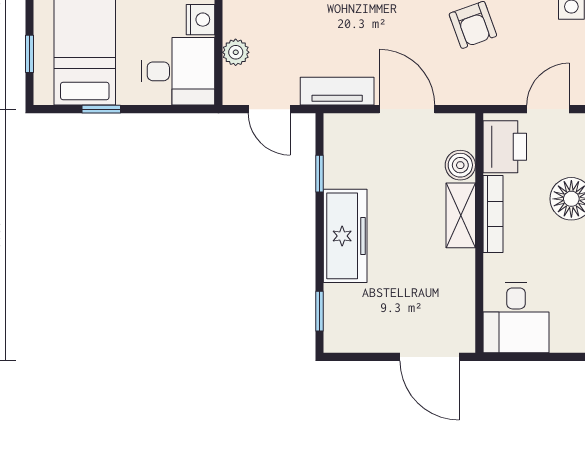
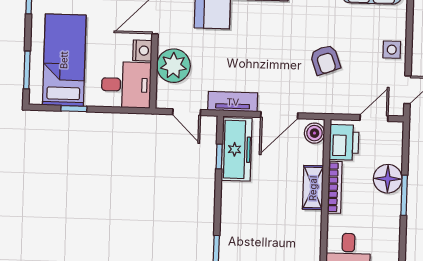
plant: (236, 52) -> (173, 66), width x1.87, depth x1.87
window: (29, 54) -> (27, 70), width x1.50
door: (407, 109) -> (279, 115), swing flipped
boiler: (460, 165) -> (314, 133), moved
freezer: (345, 236) -> (237, 149), moved

